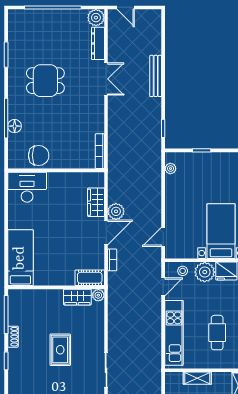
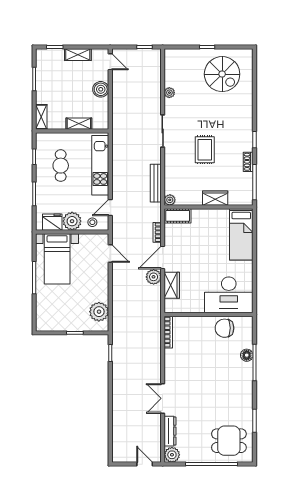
bench: (156, 76) -> (156, 183), moved
dining table: (45, 81) -> (229, 441), moved
plant: (170, 169) -> (99, 312), width x1.88, depth x1.88
desk: (27, 187) -> (229, 295), width x1.36, depth x1.30
door: (163, 237) -> (110, 253), hinge flipped
wardrobe: (77, 297) -> (215, 198), moved

